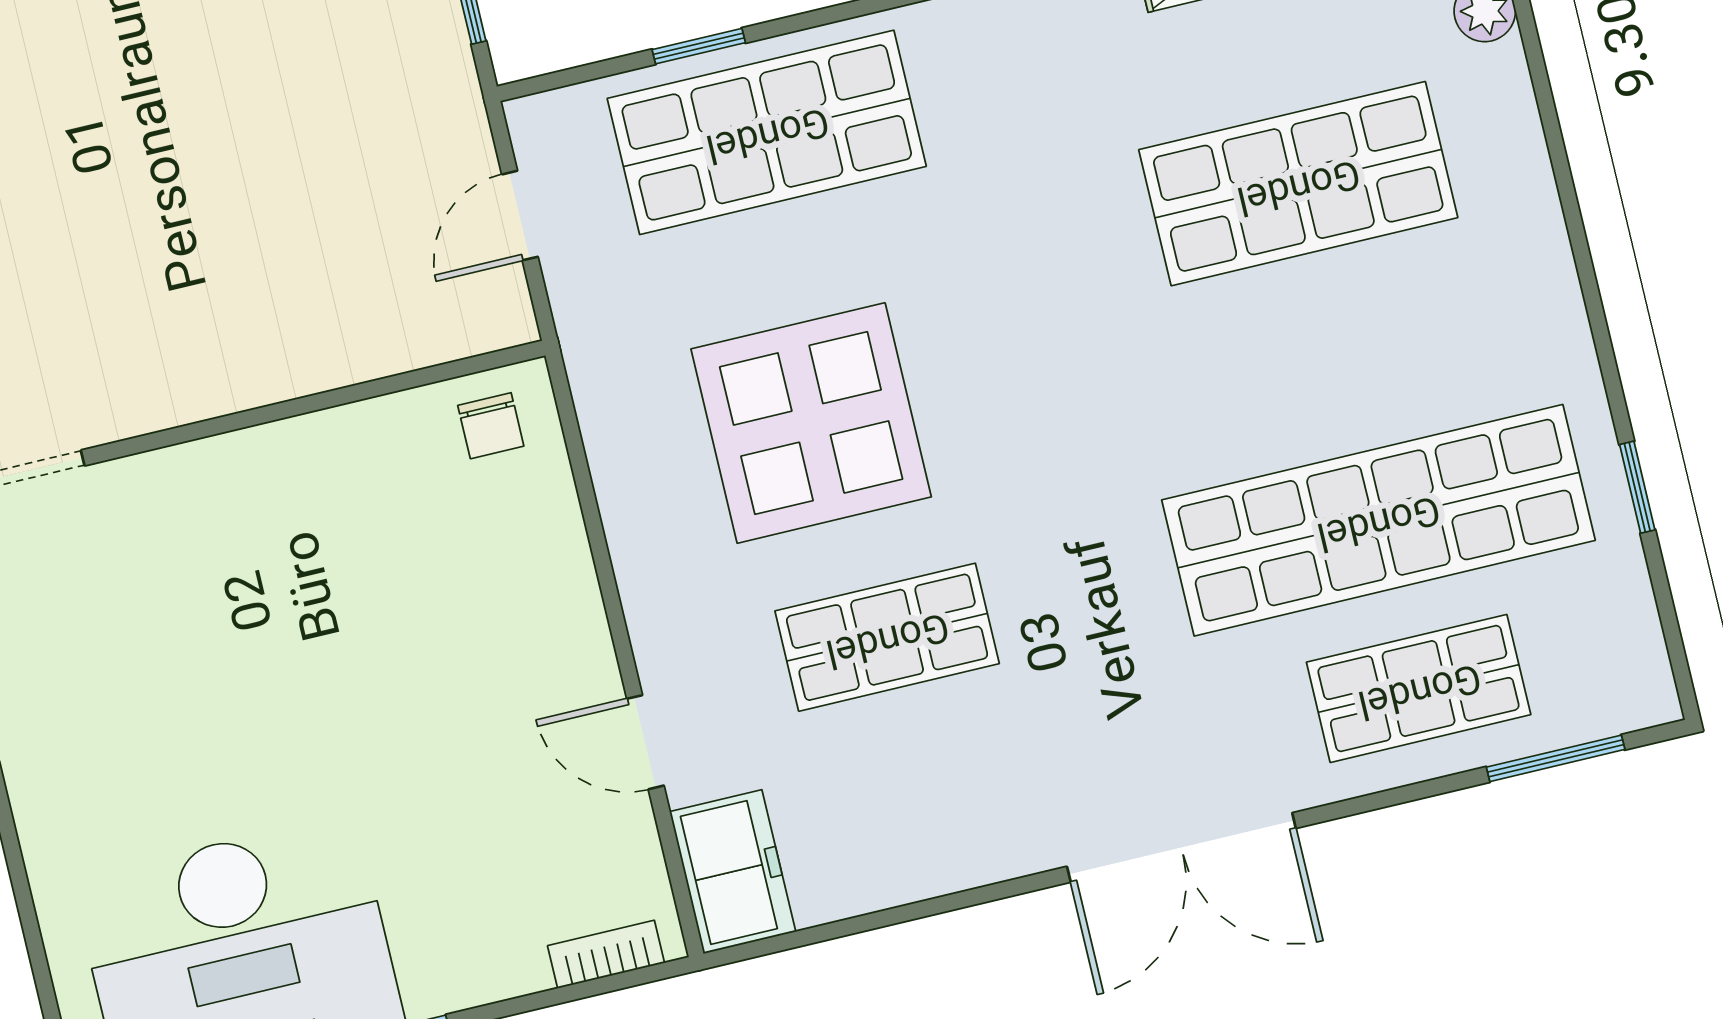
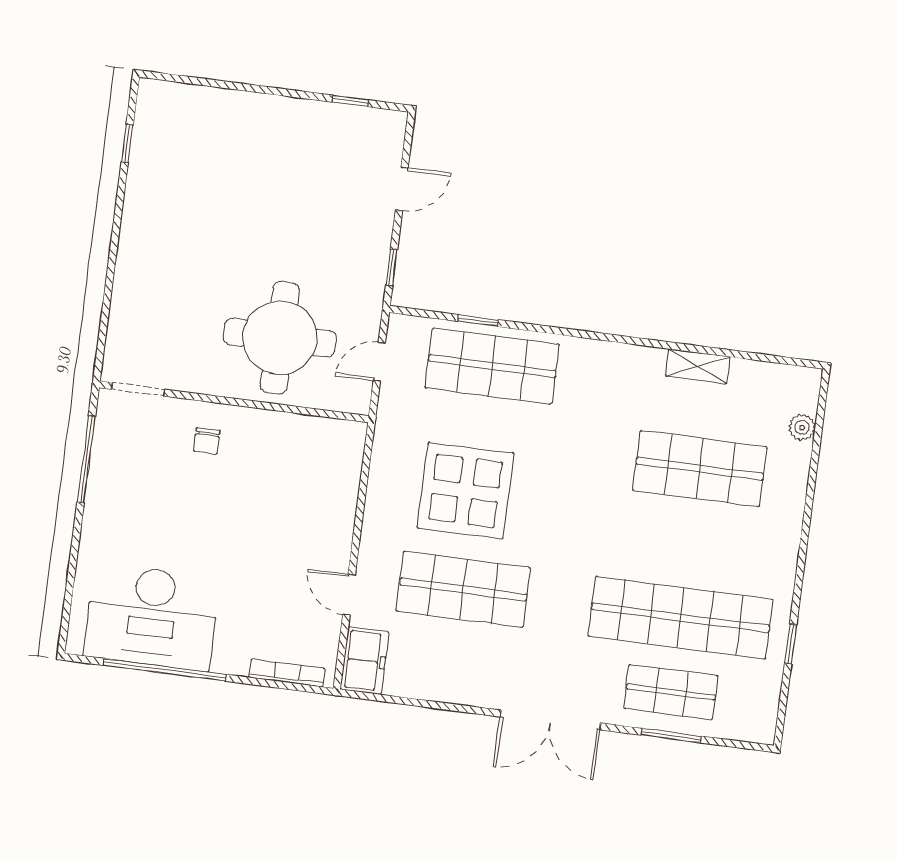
round table: (286, 245) -> (280, 338), added
chair: (491, 426) -> (207, 441), moved
shop shelf: (887, 637) -> (463, 589), width x1.43, depth x1.36
window: (1556, 758) -> (671, 736), moved
bookcase: (606, 954) -> (287, 673), width x1.56

